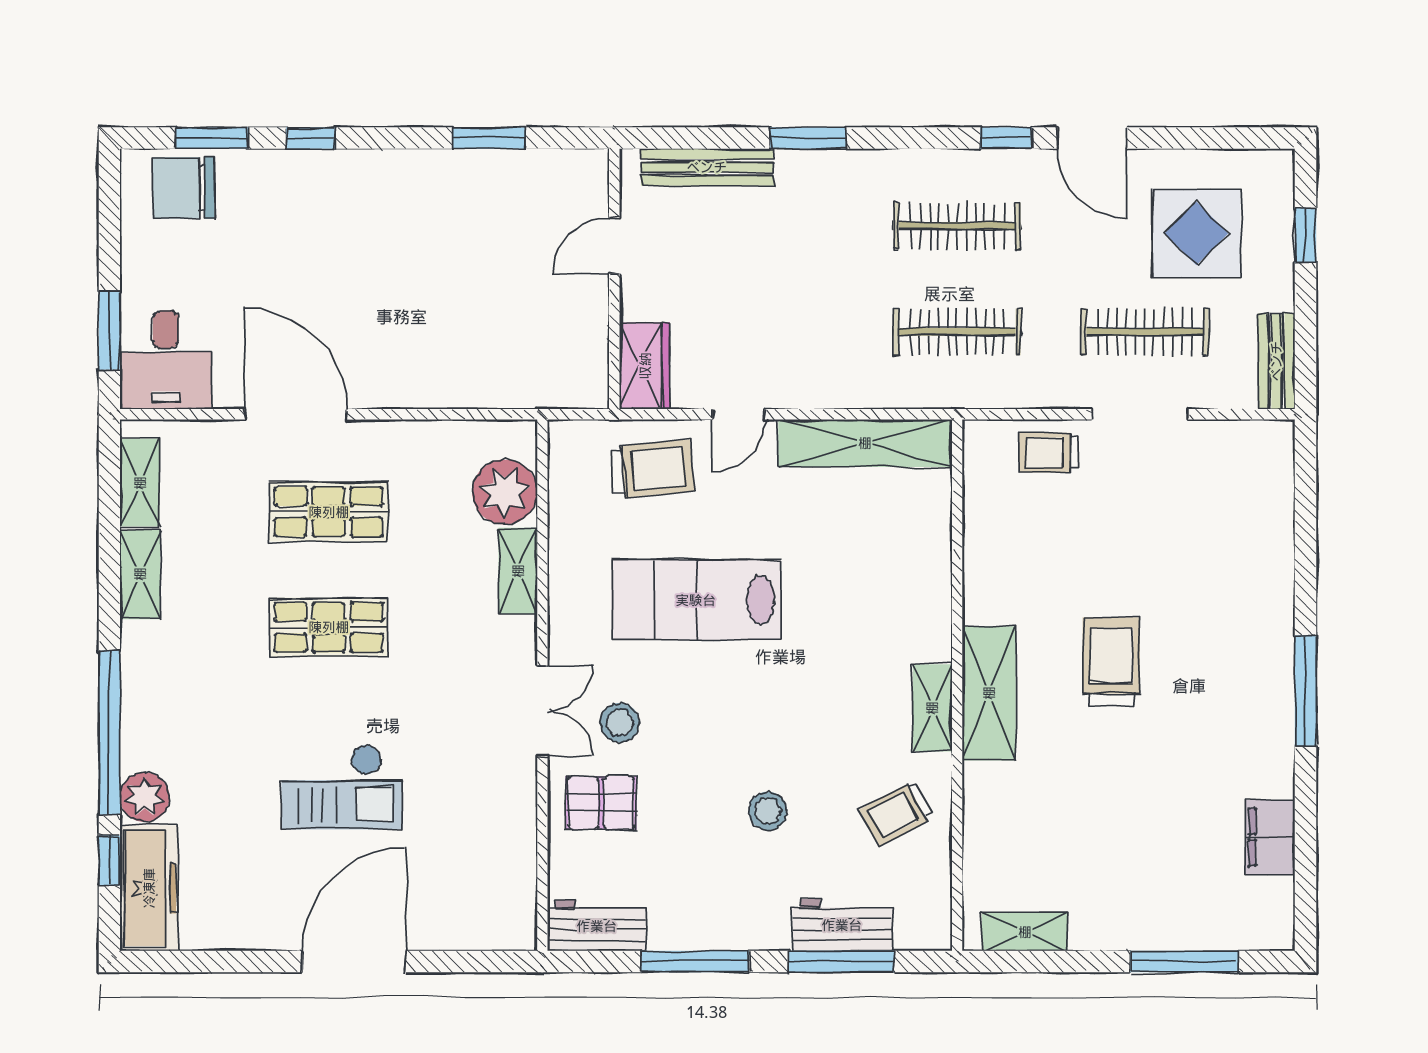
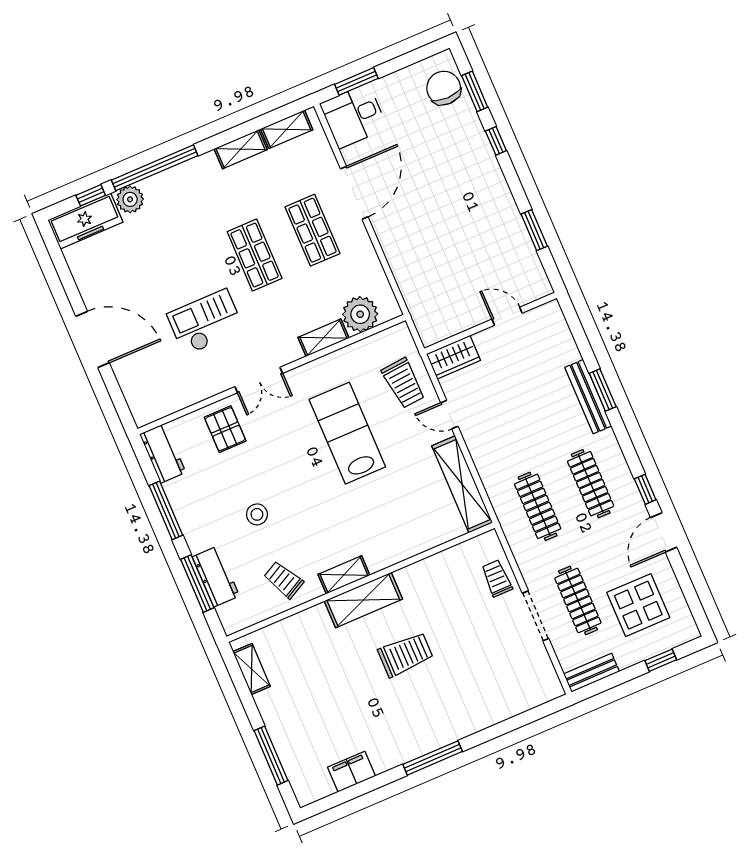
bench: (707, 167) -> (588, 397), moved
stool: (620, 723) -> (269, 421), removed
checkout: (342, 787) -> (206, 322), moved, turned 90

